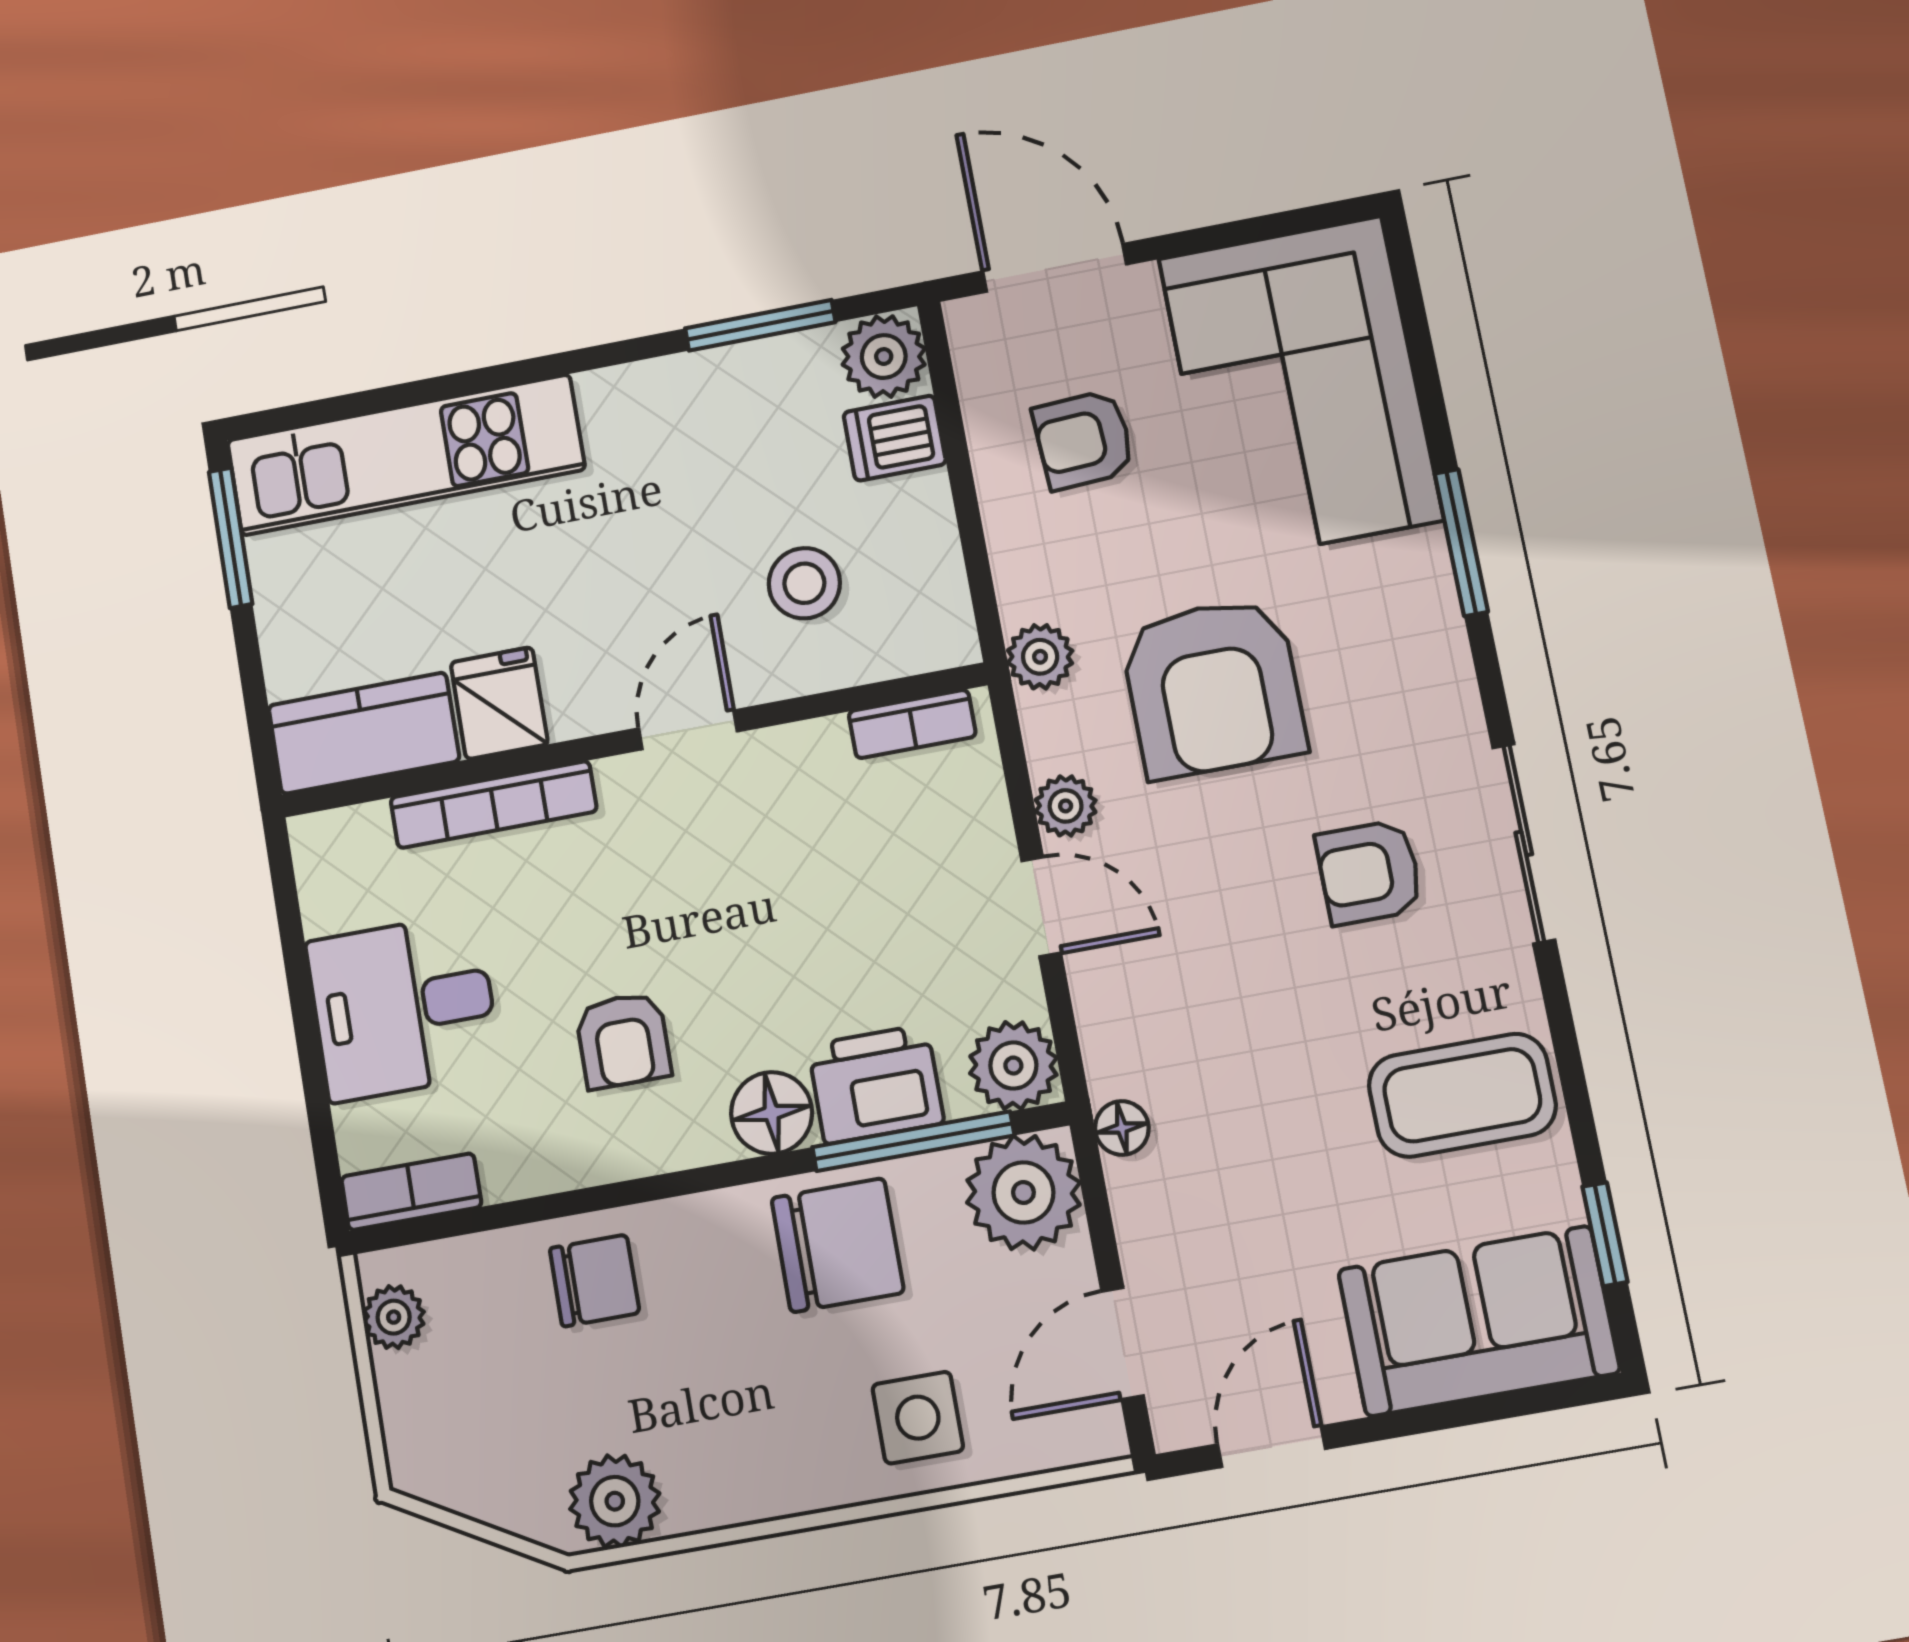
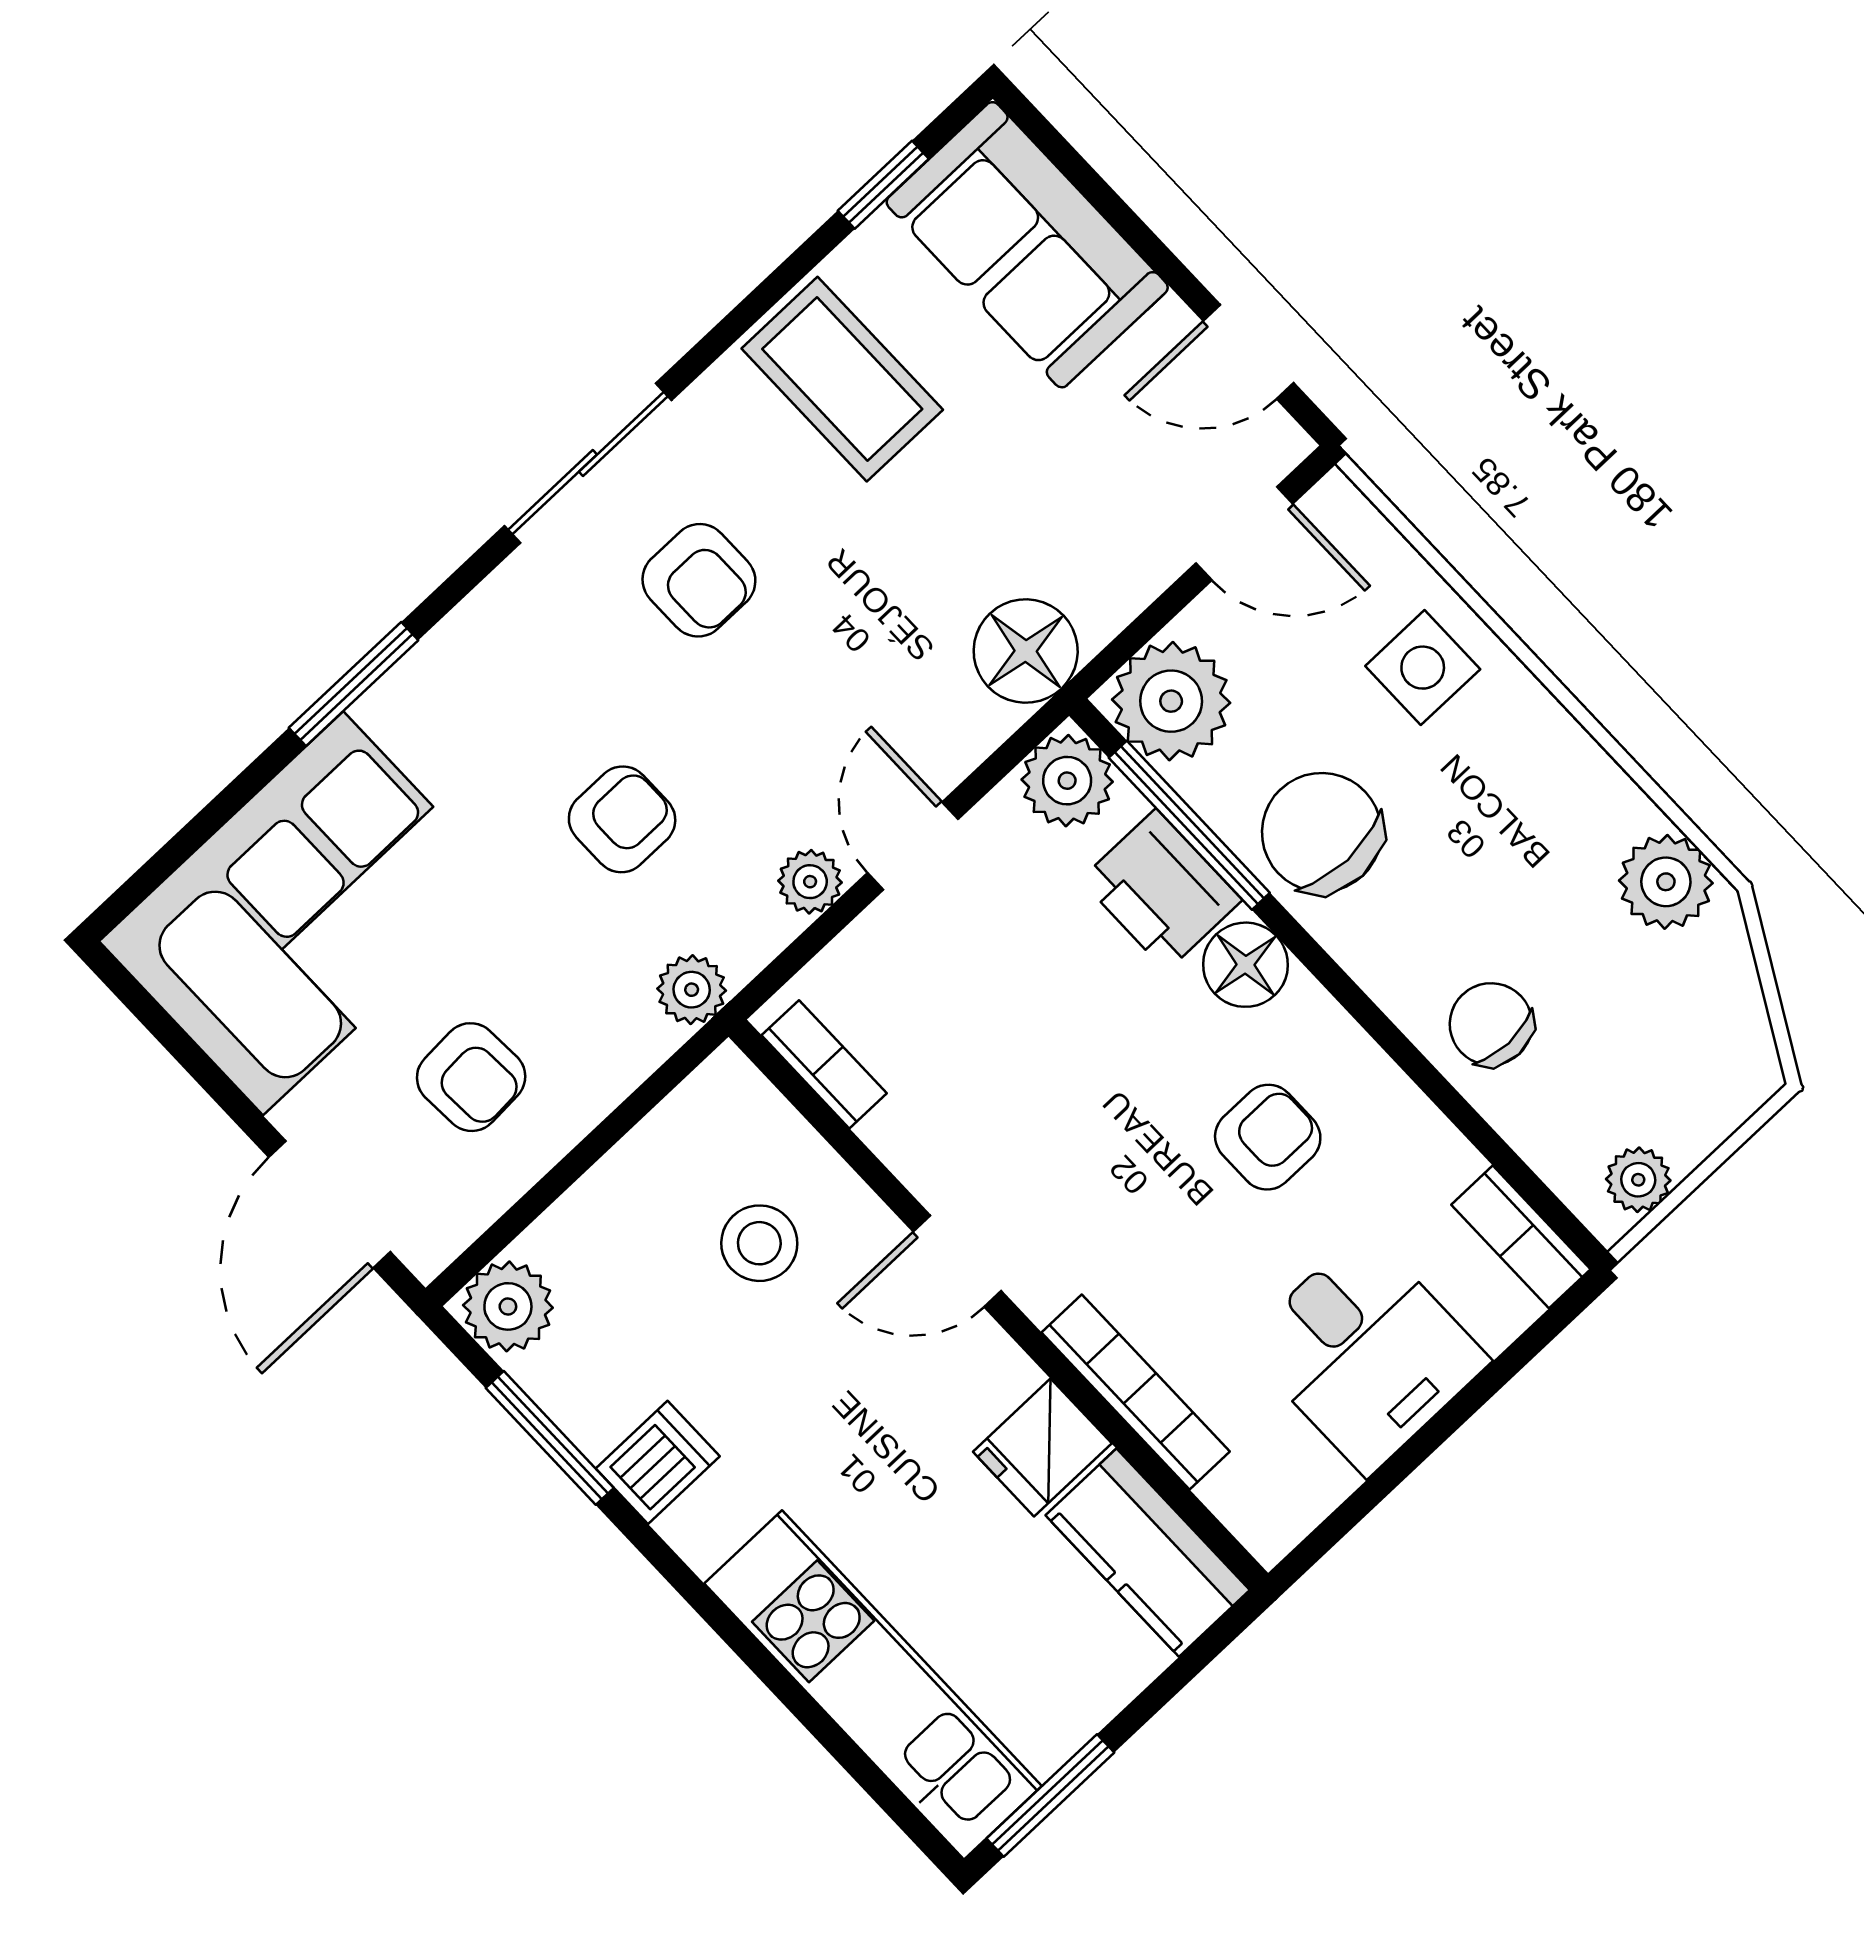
dishwasher: (895, 438) -> (658, 1462), moved, turned -90
armchair: (1213, 688) -> (622, 819), width x0.53, depth x0.53
floor lamp: (1122, 1128) -> (1026, 651), width x1.89, depth x1.89

